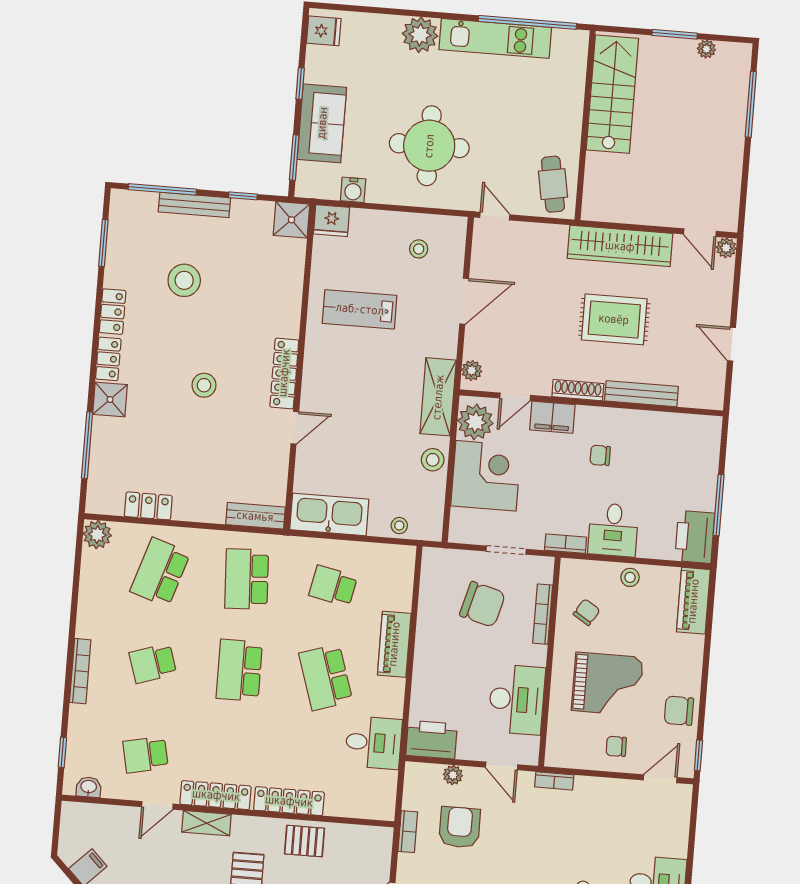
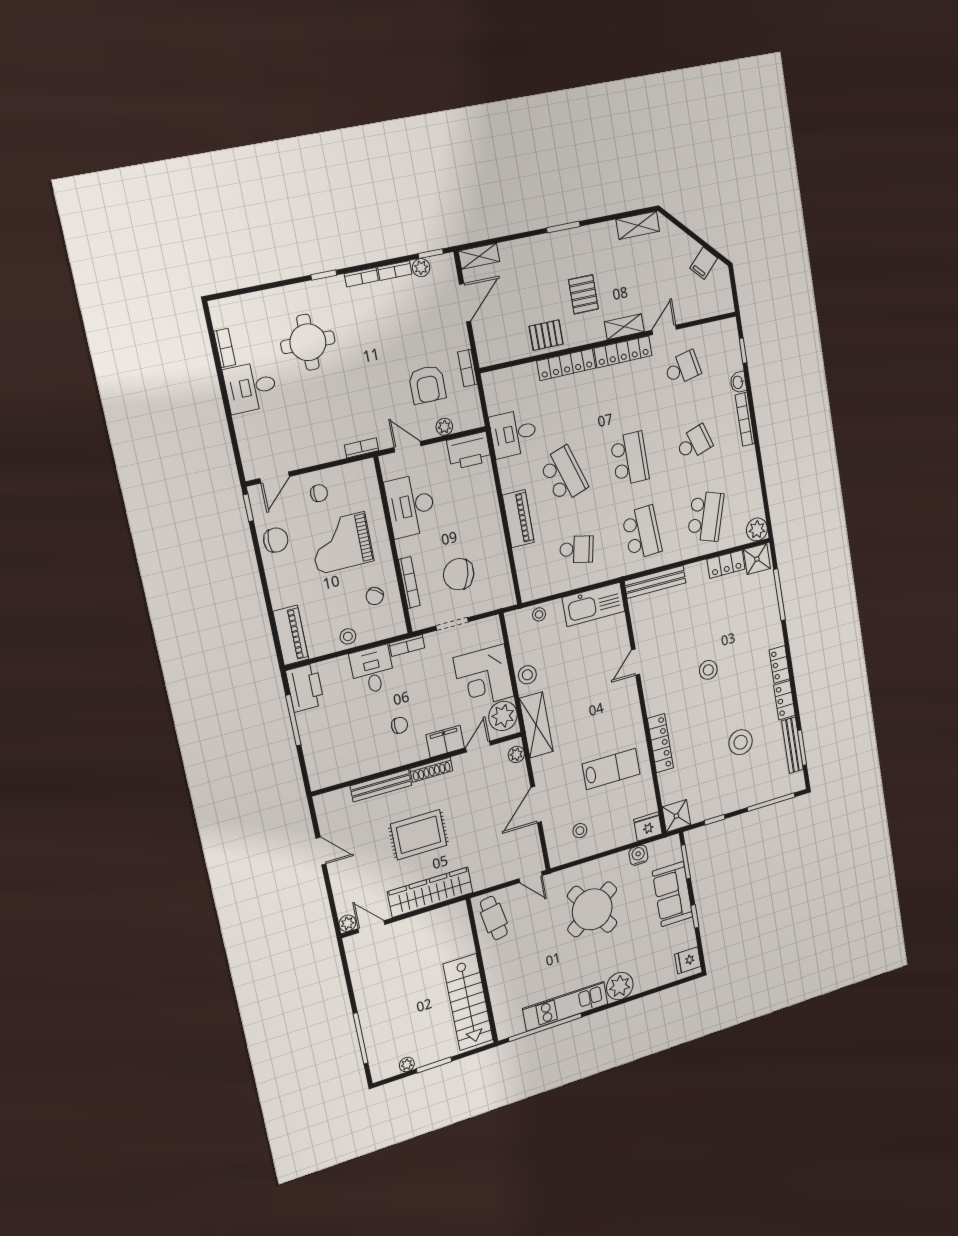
round table: (429, 146) -> (592, 909), turned -35
bench: (194, 205) -> (792, 745), moved, turned 90
locker: (284, 373) -> (660, 743), moved
shower: (110, 400) -> (757, 559), moved
bench: (255, 516) -> (655, 582), width x1.36
washbasin: (89, 787) -> (738, 382), moved, turned 90

